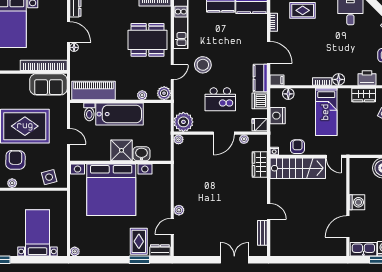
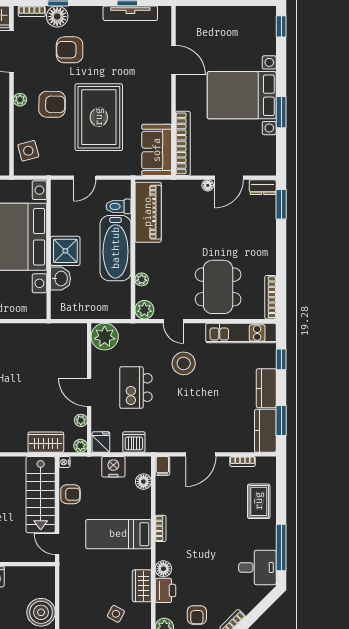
kitchen counter: (260, 78) -> (165, 443), removed
floor lamp: (339, 79) -> (163, 569), moved
plant: (178, 139) -> (80, 446), moved
door: (334, 156) -> (57, 544), hinge flipped

